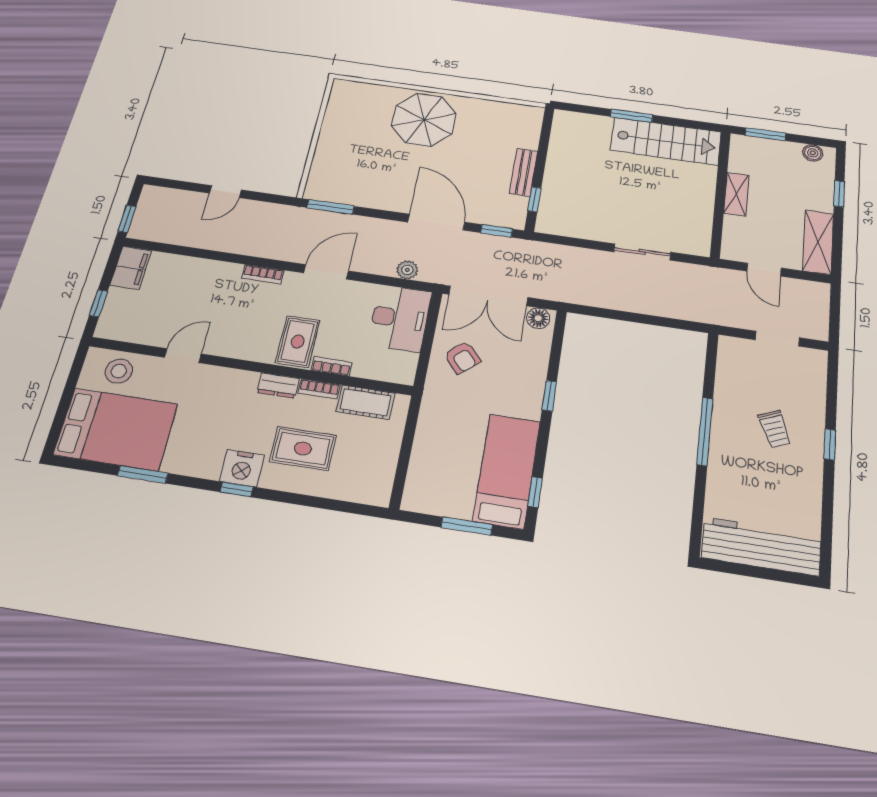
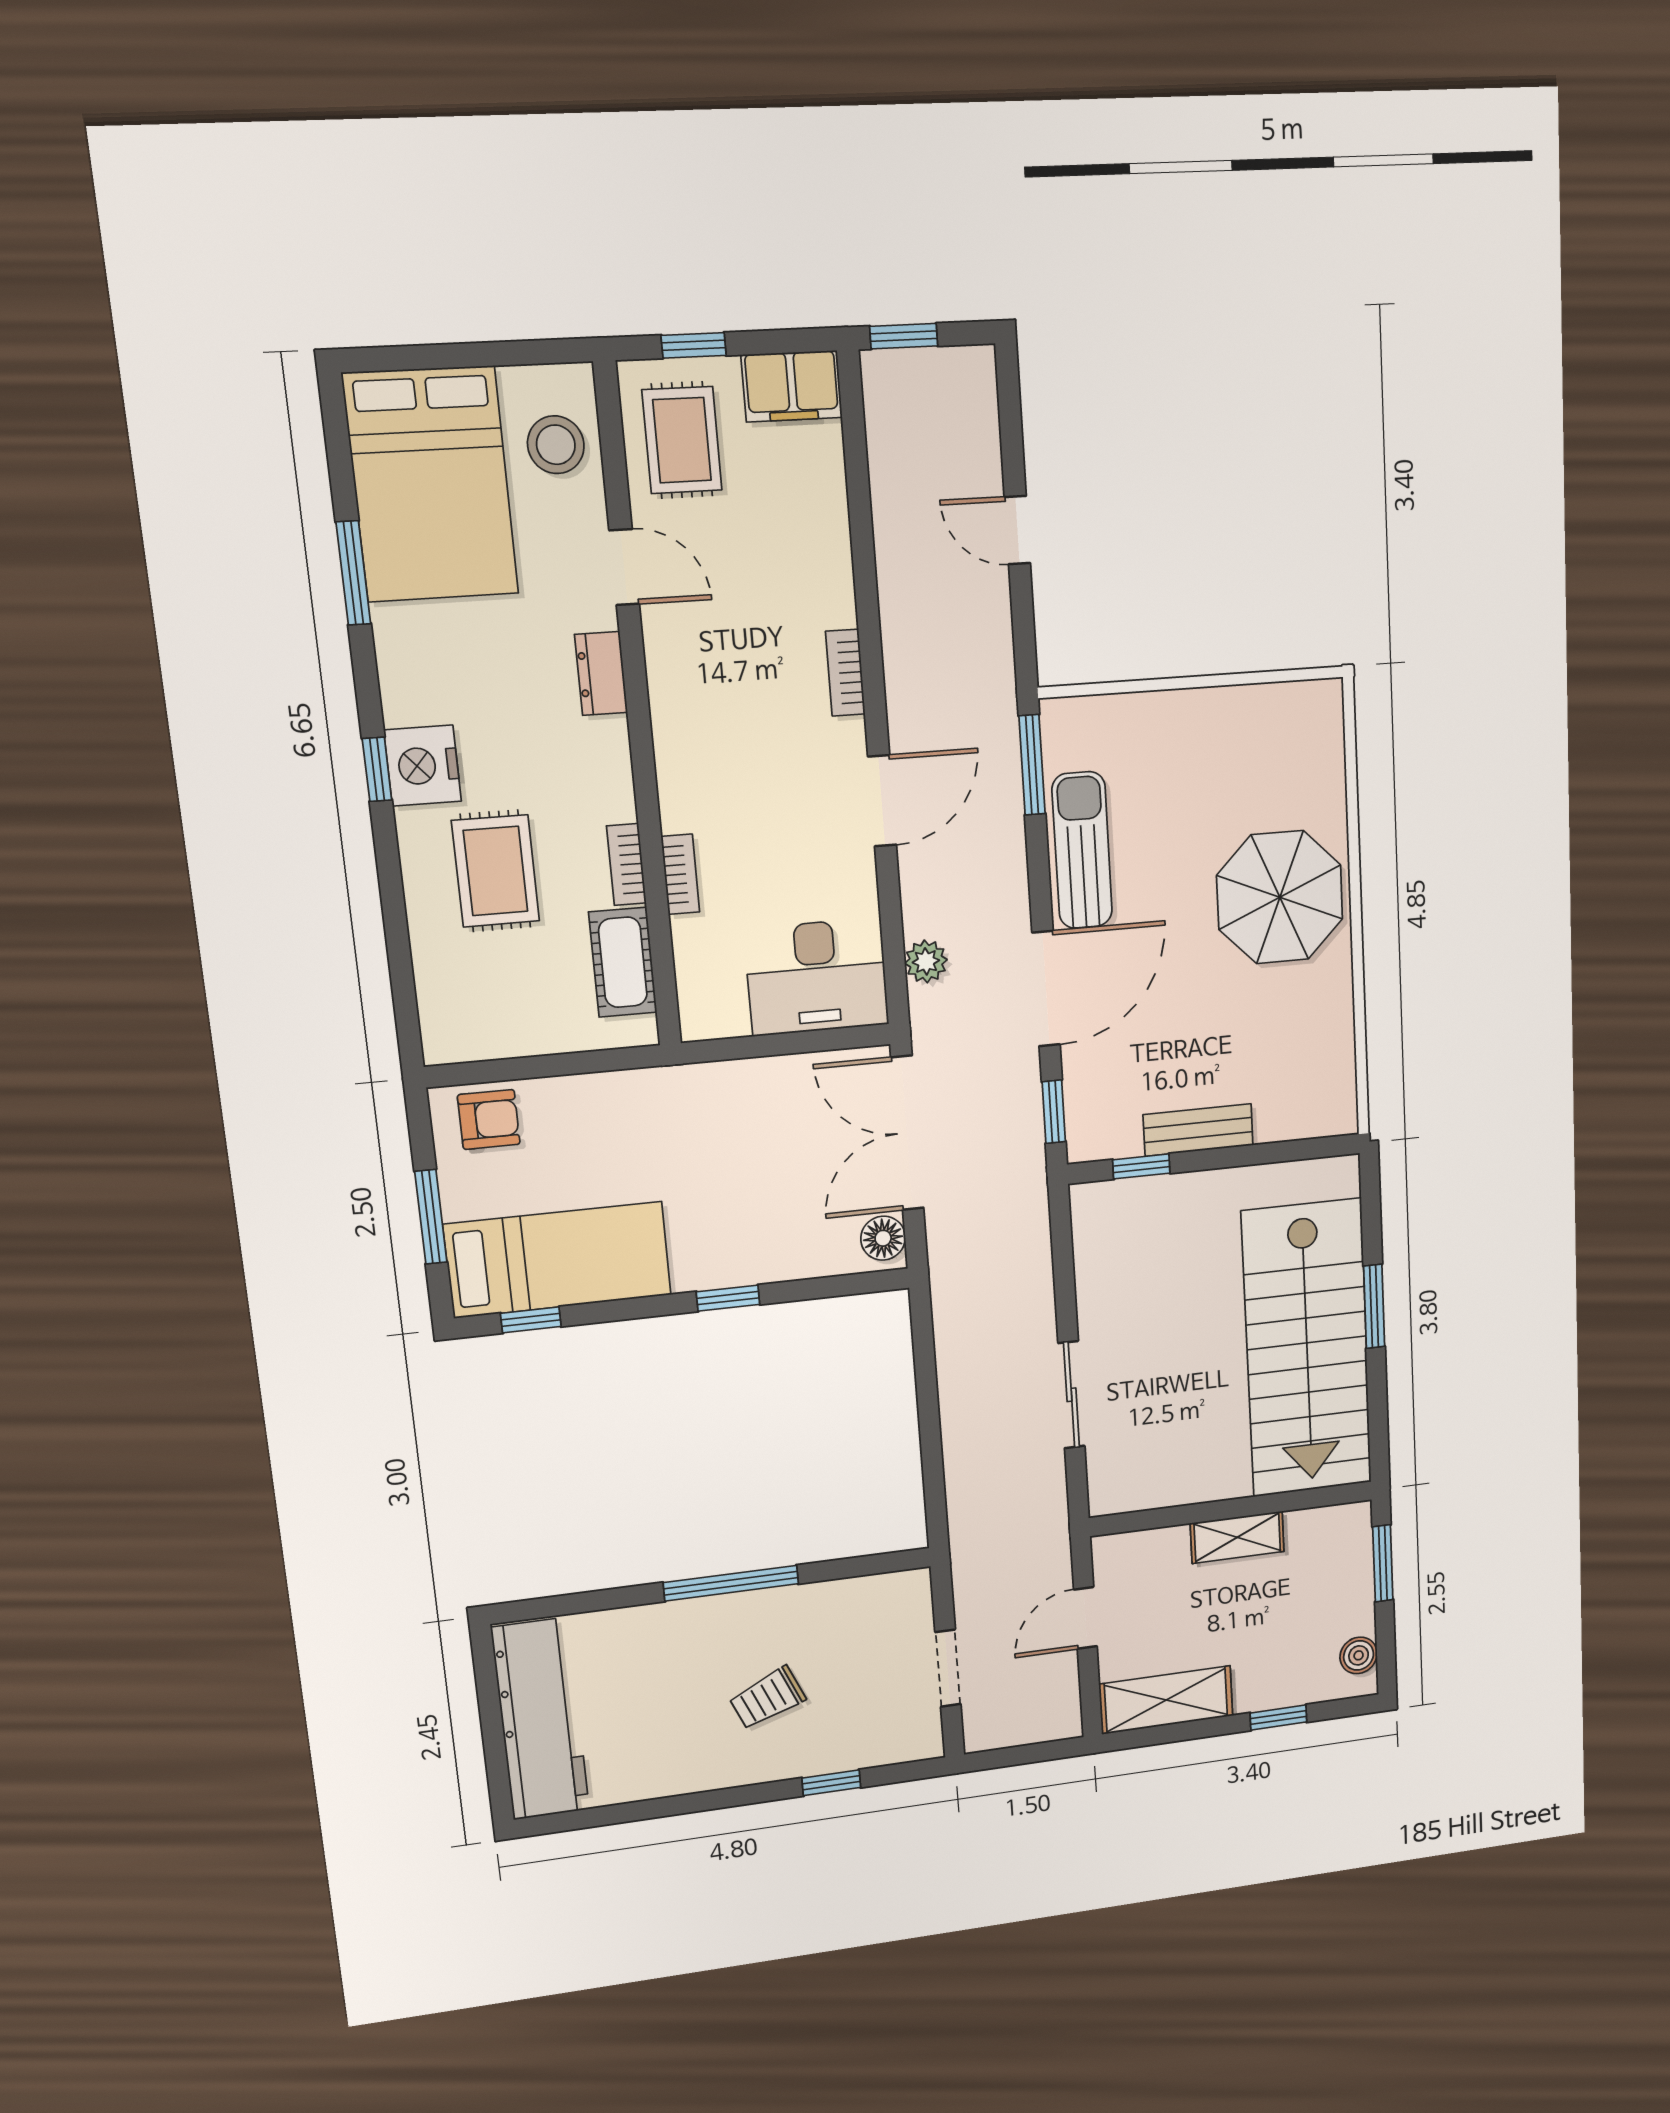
stairs: (666, 141) -> (1307, 1349), width x1.36, depth x1.51
sun lounger: (376, 194) -> (1082, 850), added
door: (326, 272) -> (882, 801), hinge flipped
rug: (298, 342) -> (682, 440), moved, turned 90
armchair: (462, 357) -> (489, 1120), moved, turned -139
dresser: (278, 385) -> (601, 674), moved
window: (830, 444) -> (831, 1783), moved

